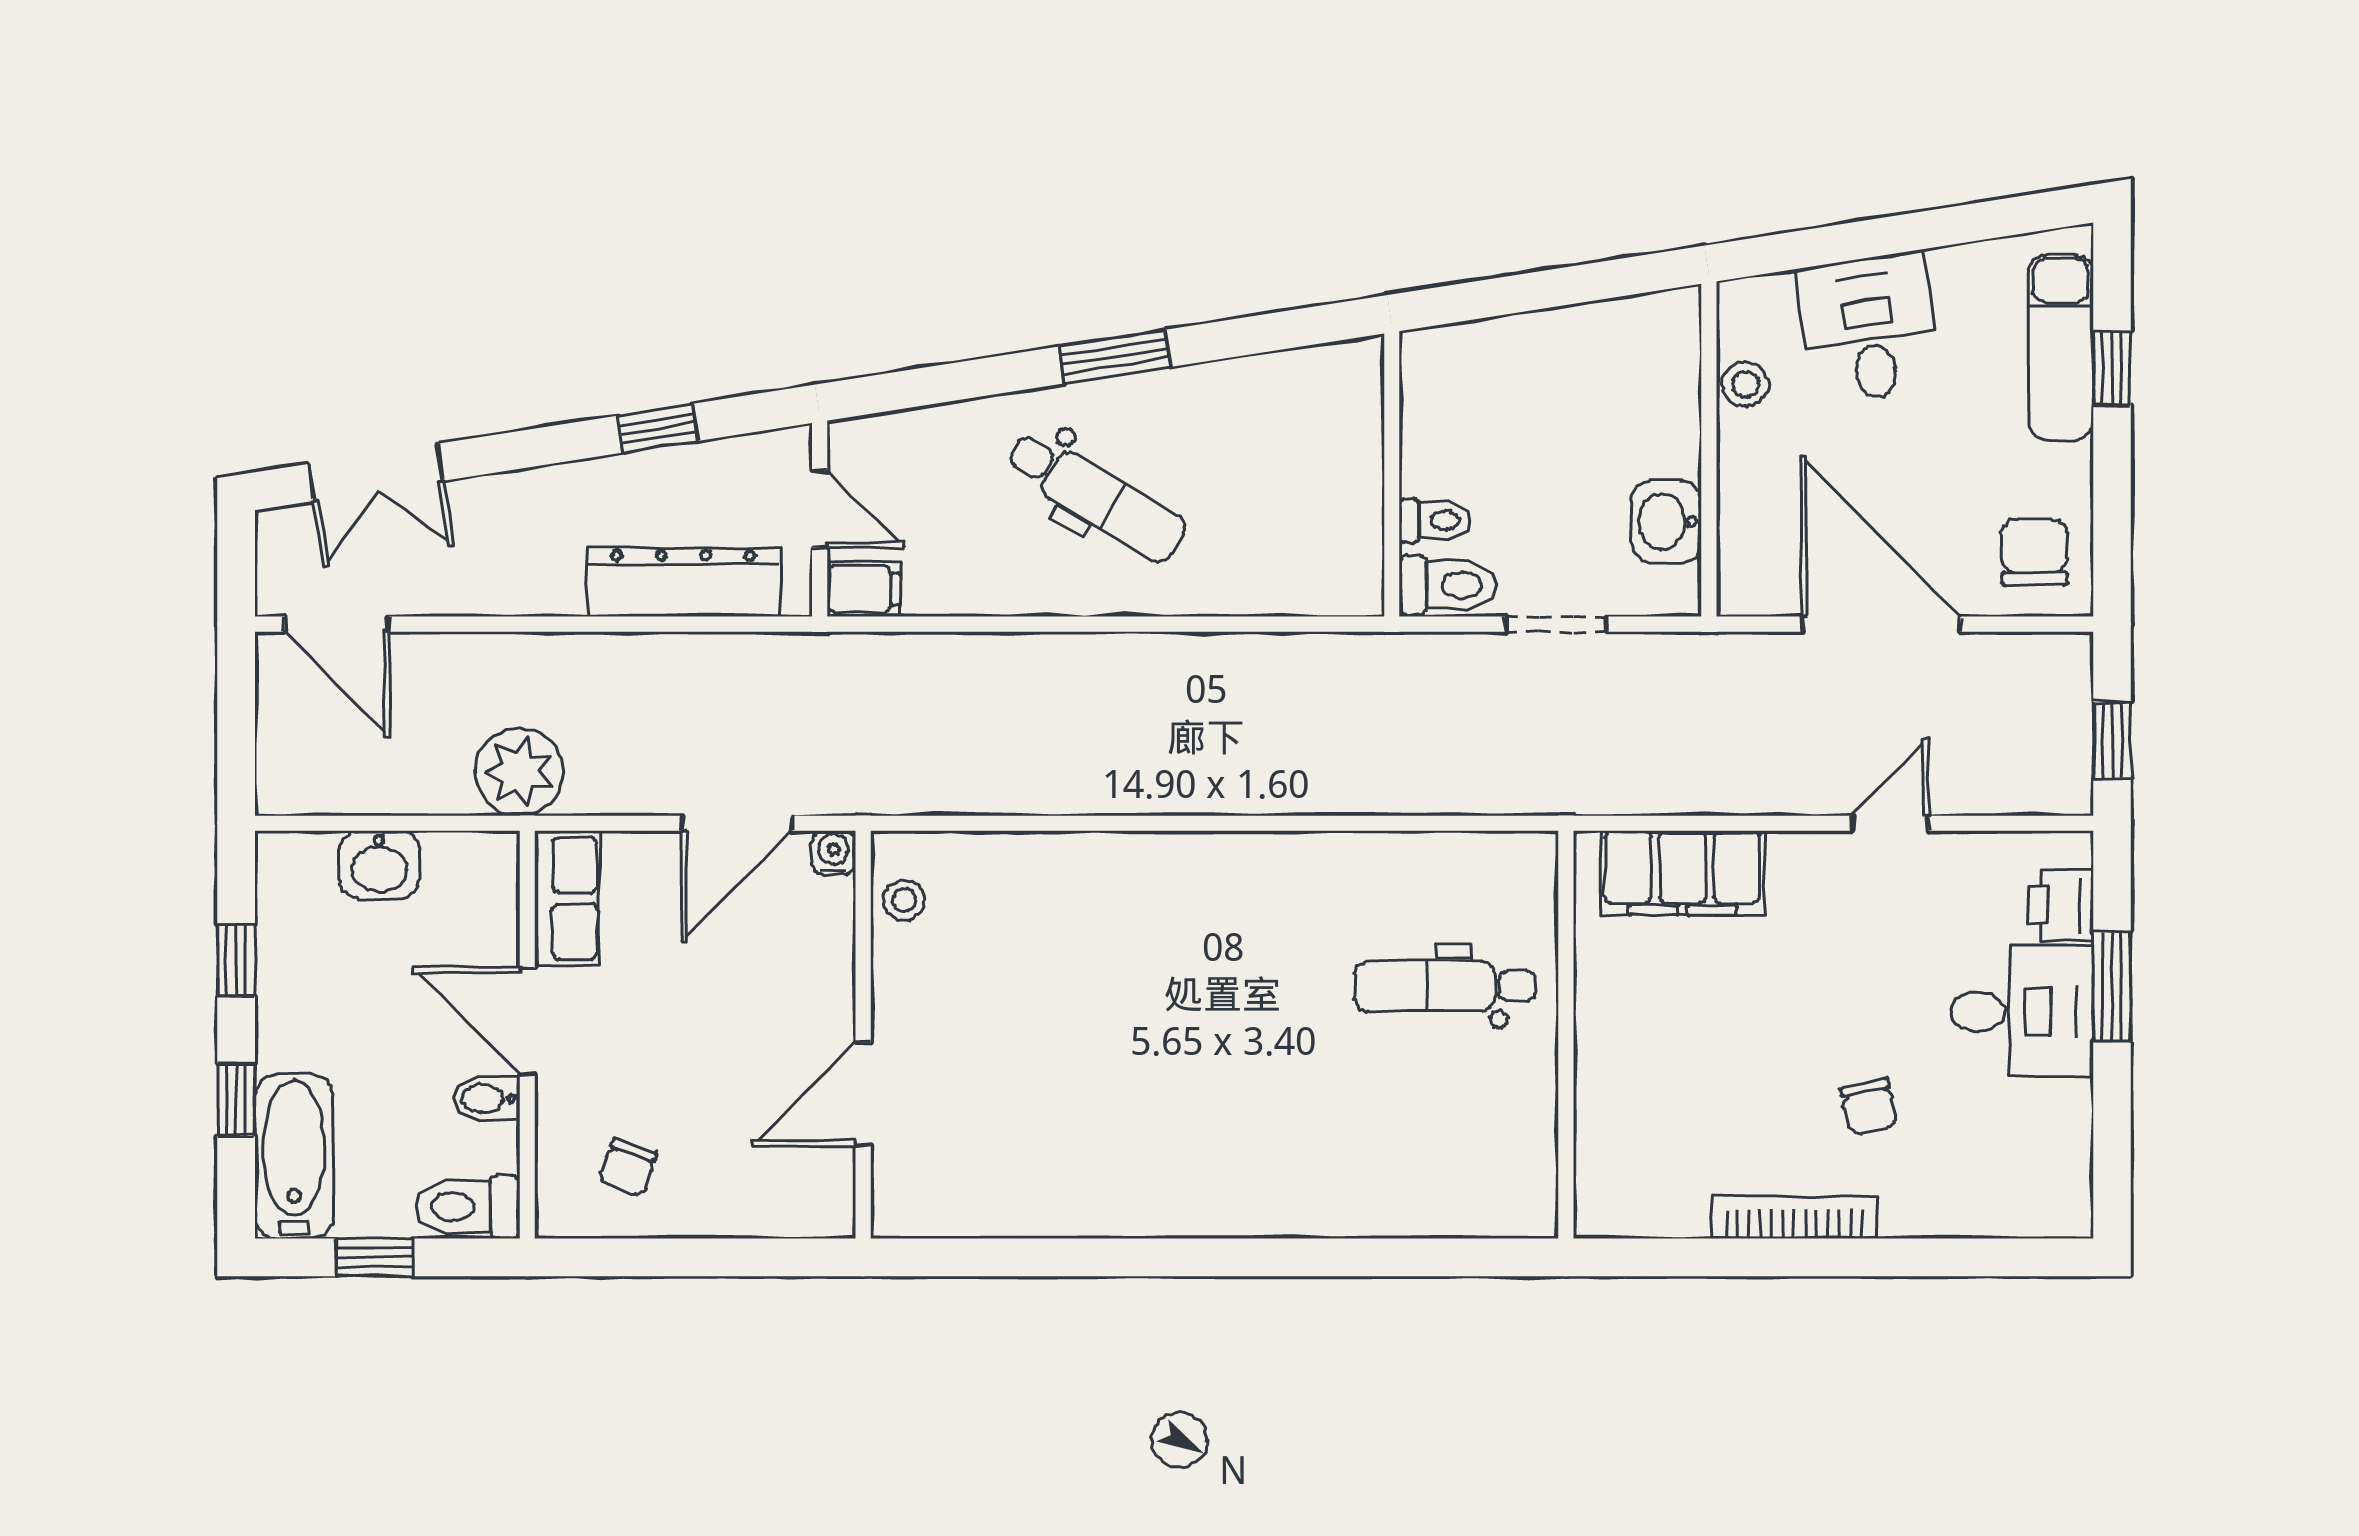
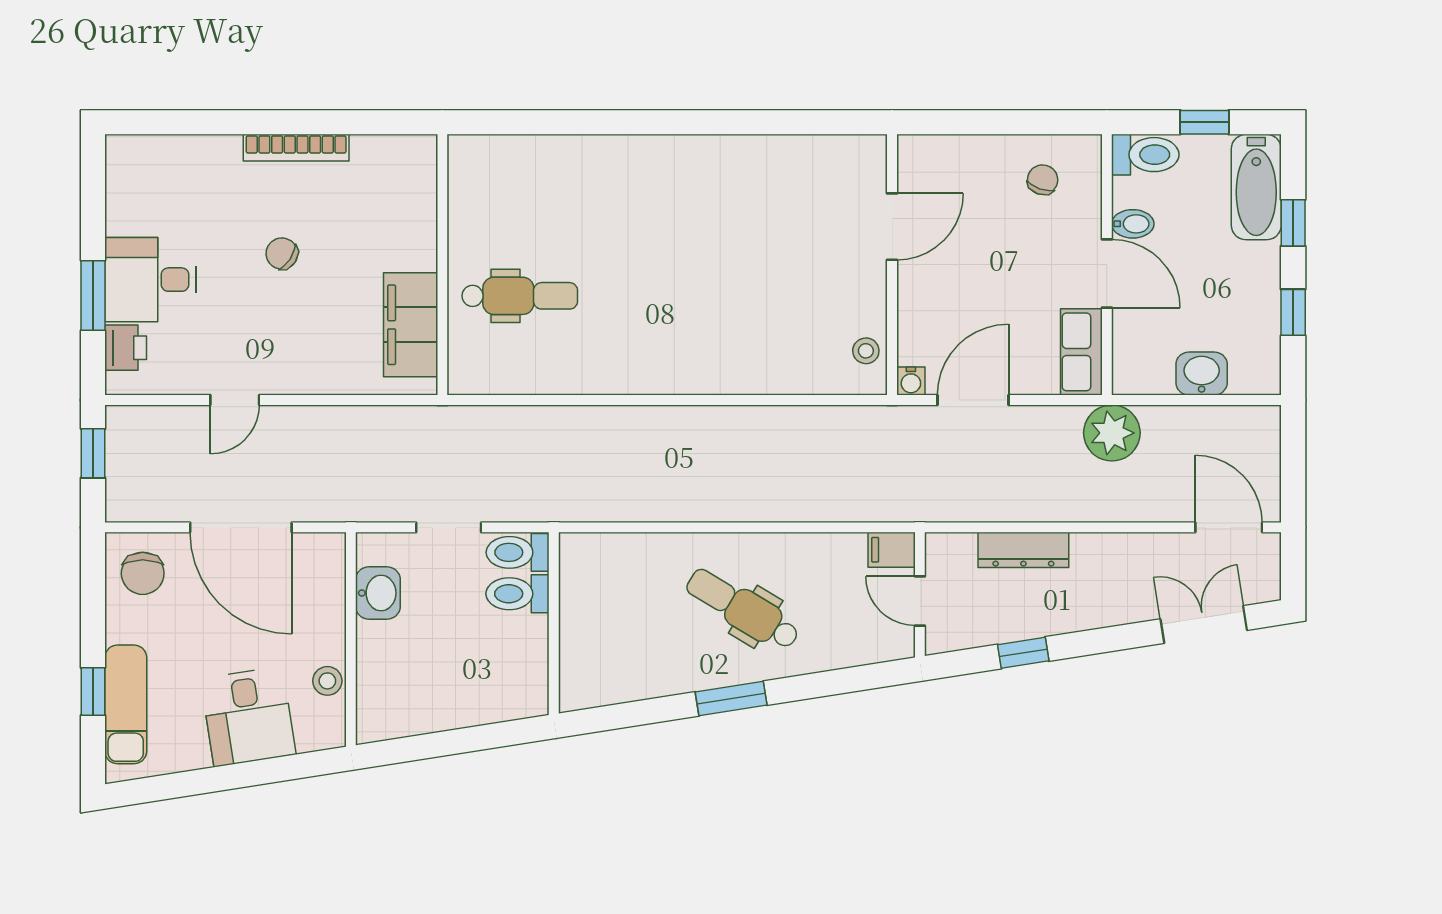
toilet: (1435, 520) -> (517, 594), width x1.37, depth x1.39
dresser: (684, 582) -> (1023, 550), width x0.73, depth x0.80
filing cabinet: (1683, 873) -> (411, 325), moved, turned -90
chair: (1869, 1107) -> (282, 254), moved, turned -45

